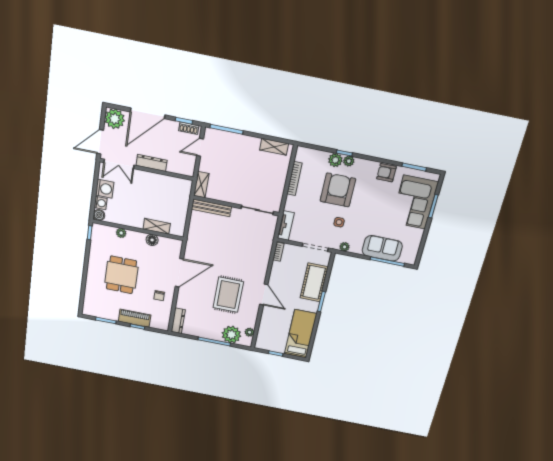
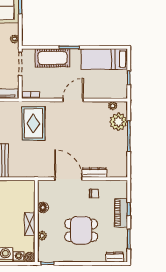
shelving: (157, 226) -> (30, 224), moved
rug: (228, 295) -> (33, 123), moved, turned 90
dresser: (88, 303) -> (115, 257), added
dresser: (178, 321) -> (94, 173), moved

